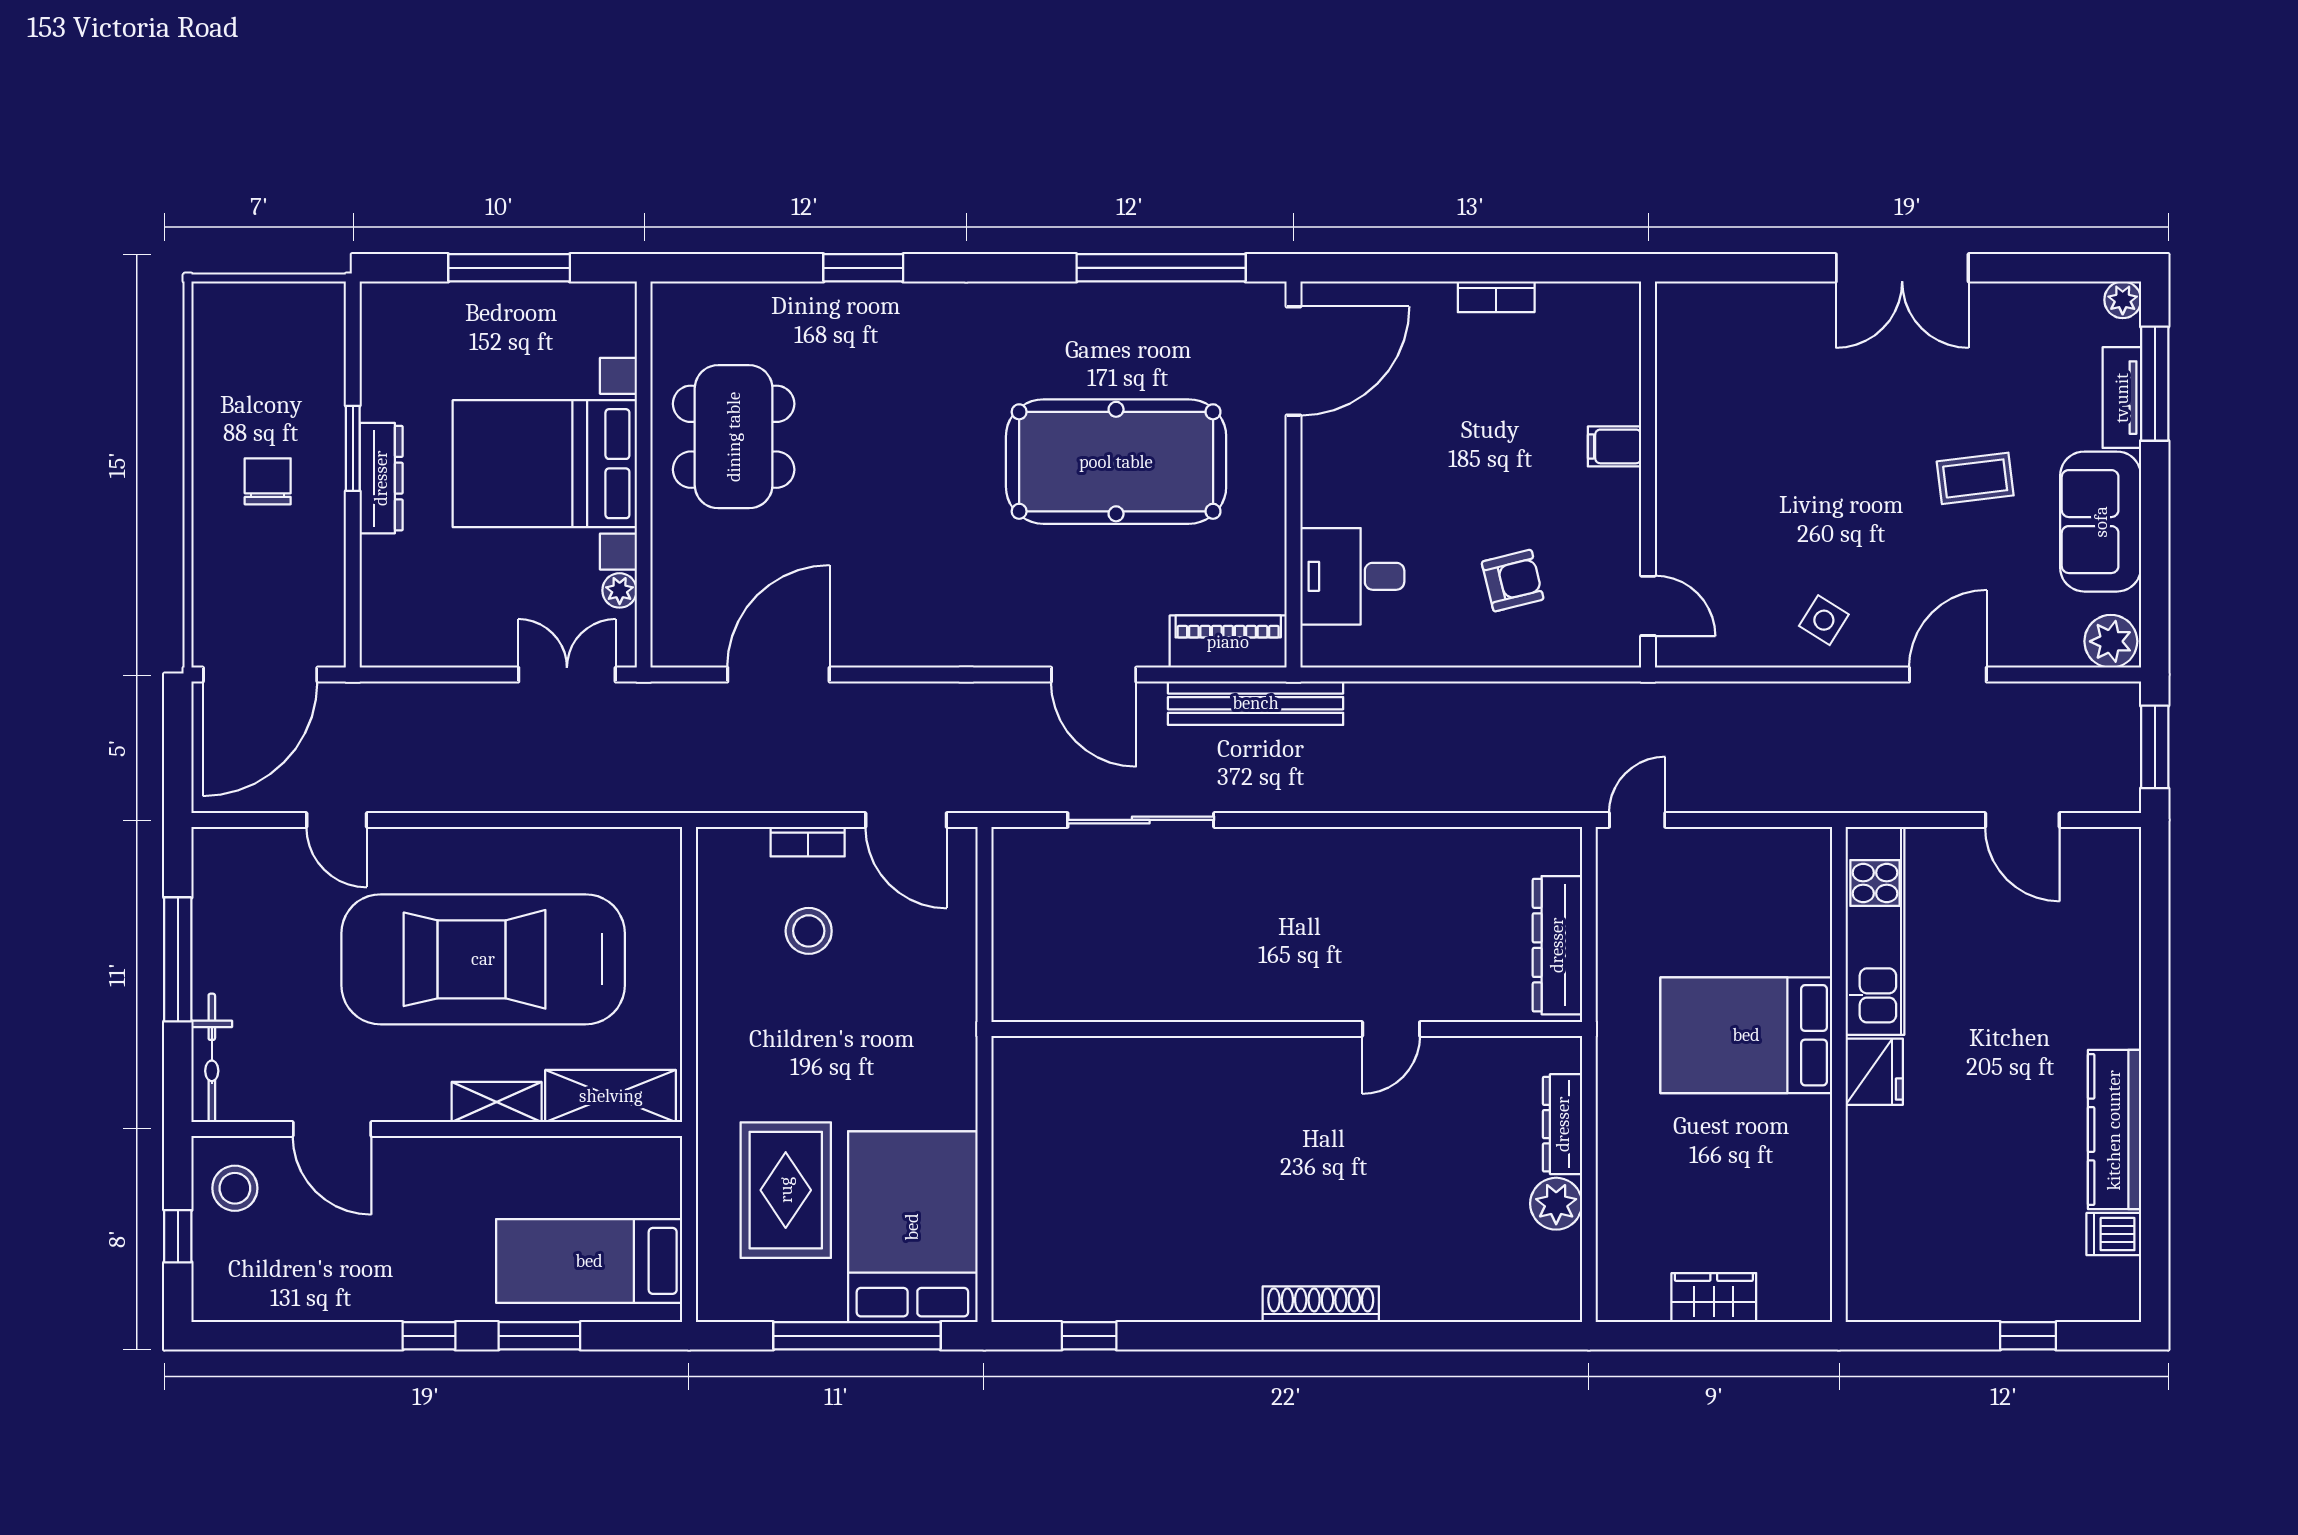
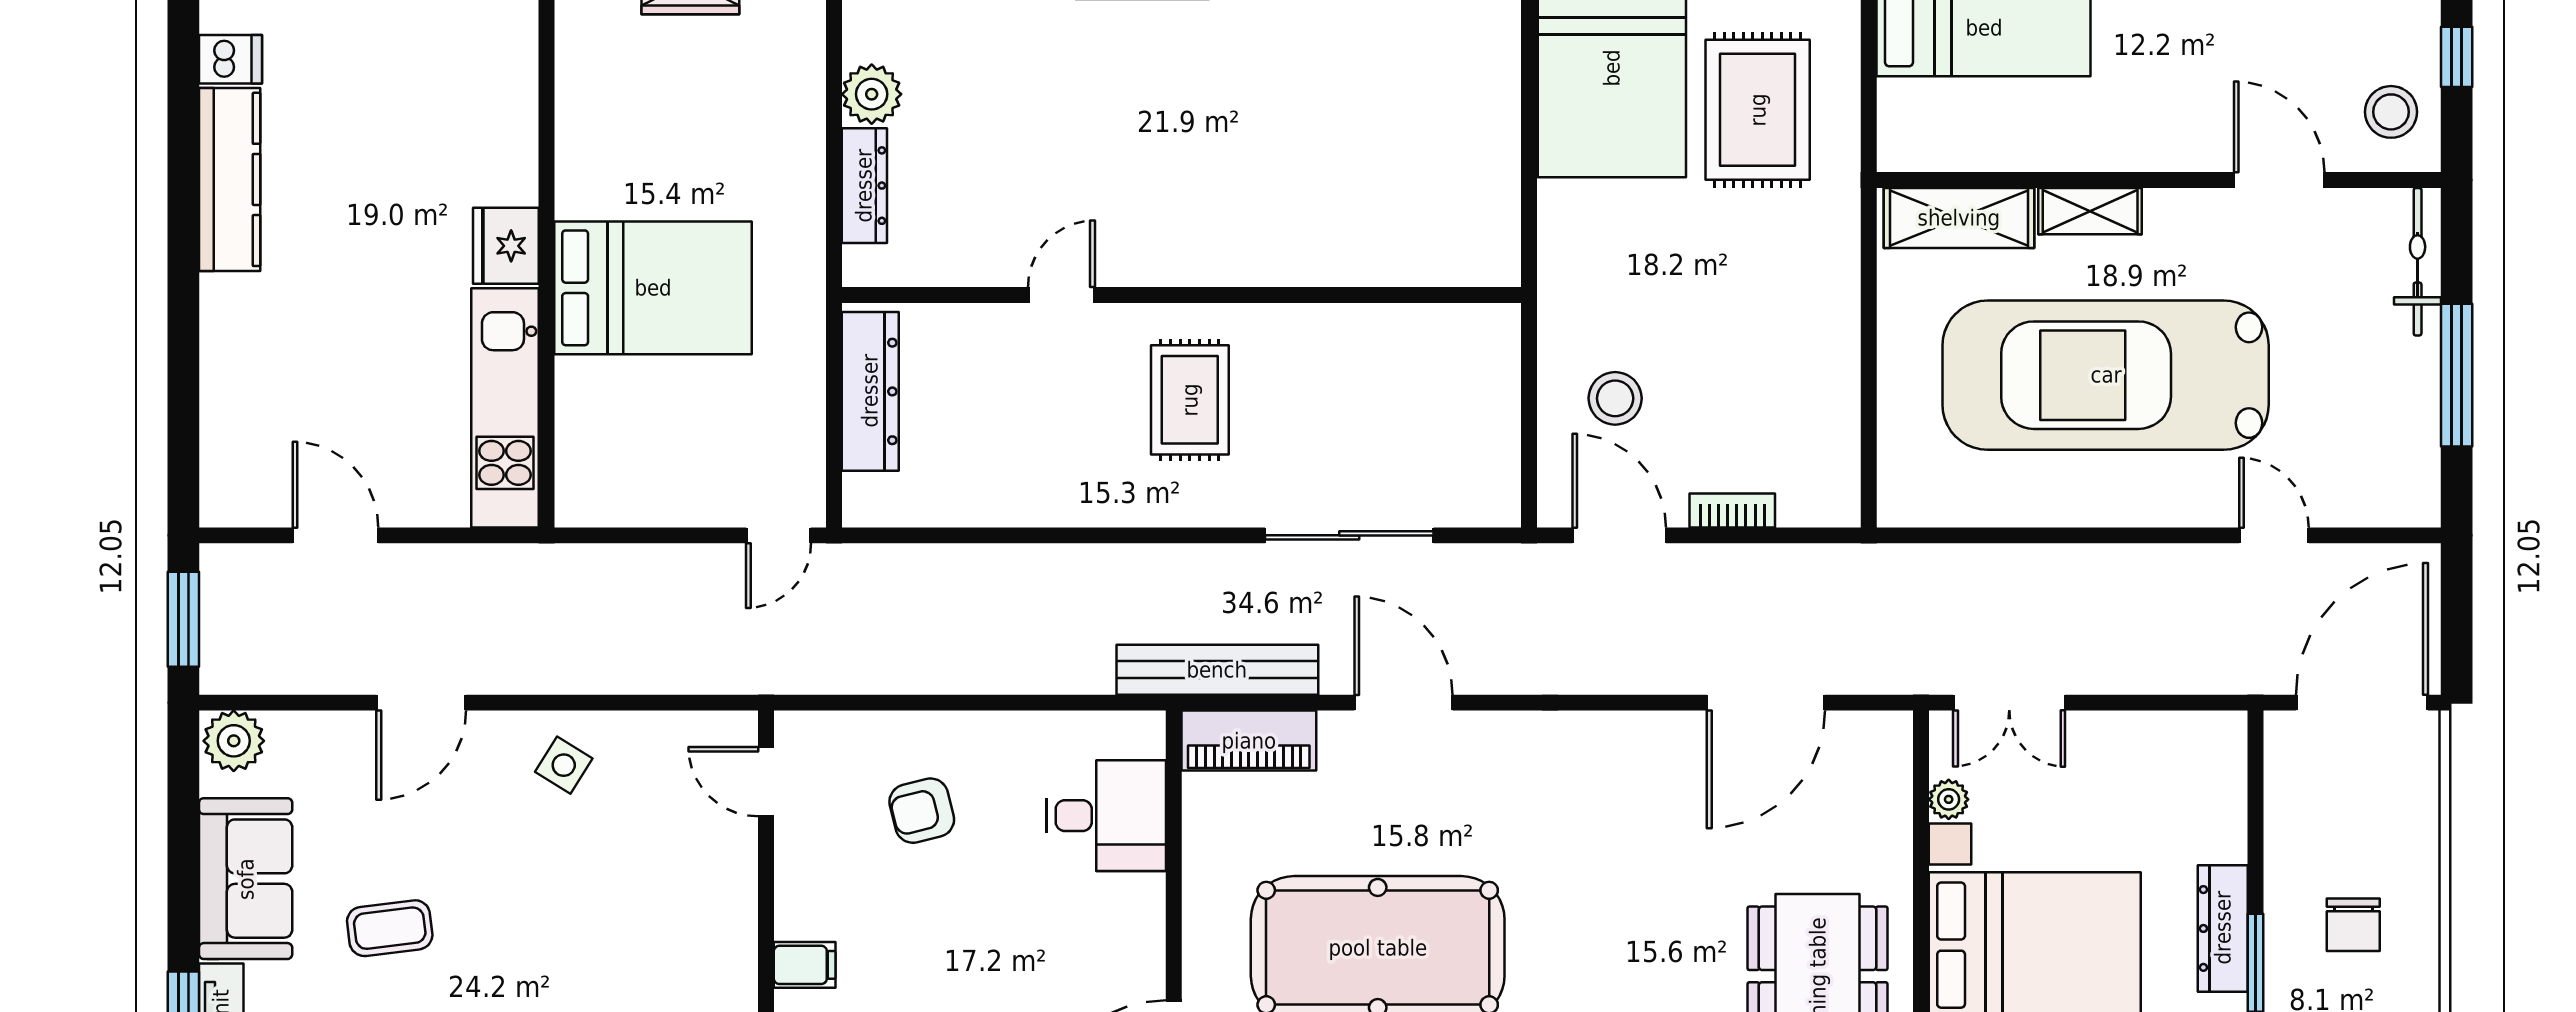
stool: (809, 931) -> (1615, 398), moved
rug: (1279, 938) -> (1190, 400), added
car: (483, 959) -> (2106, 375), turned 180

